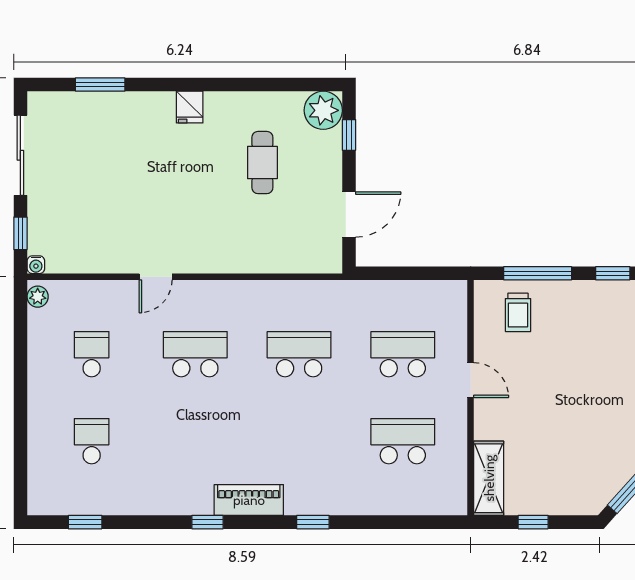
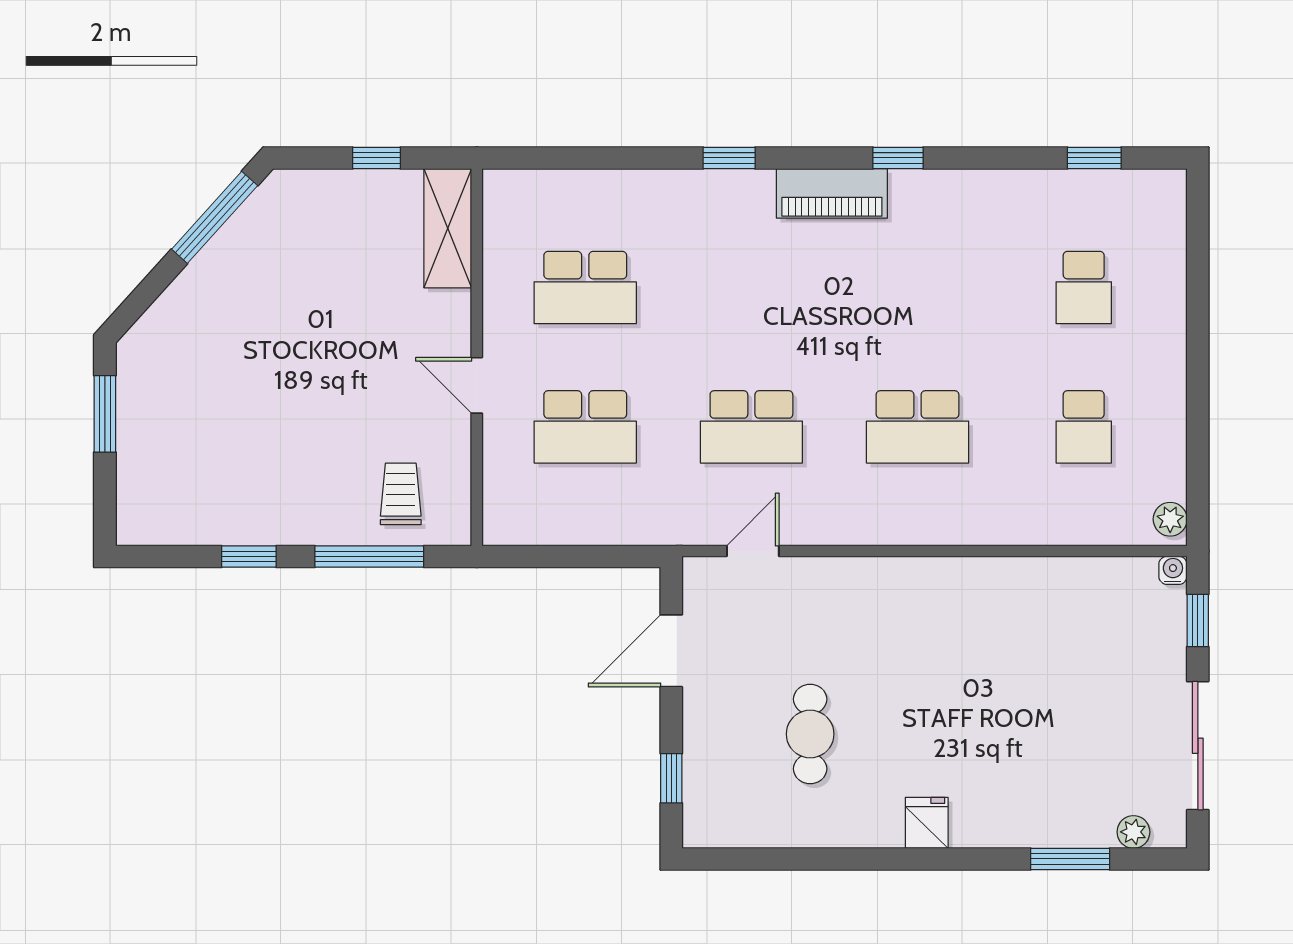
plant: (323, 110) -> (1133, 832), moved, width x0.53, depth x0.53
door: (156, 277) -> (753, 551), moved

